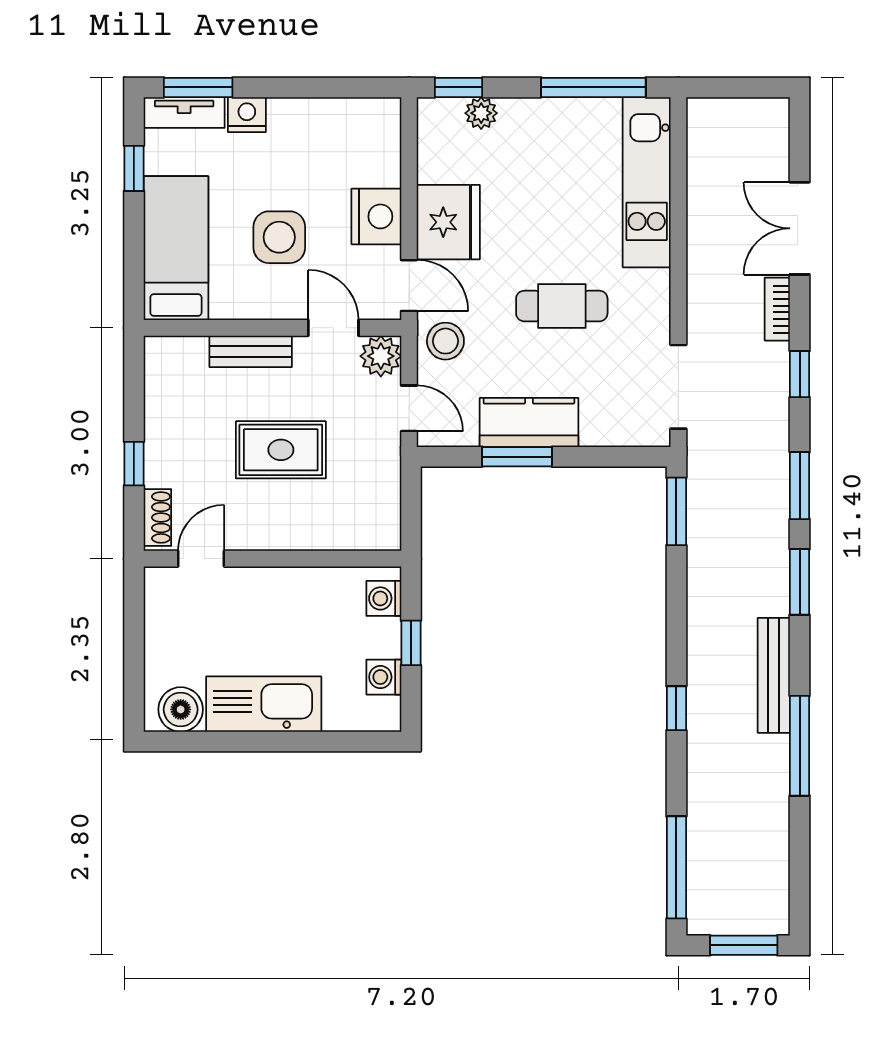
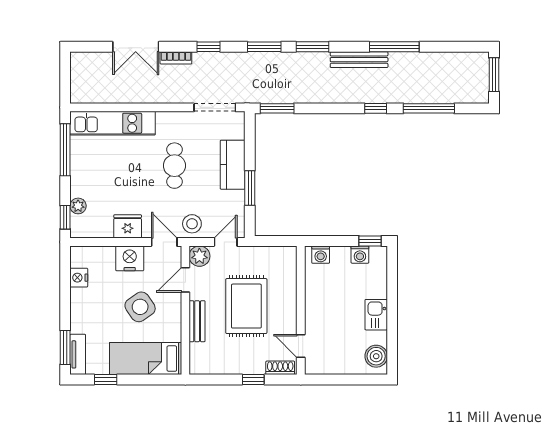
nightstand: (247, 115) -> (79, 278), moved
fridge: (448, 222) -> (128, 226), width x0.73, depth x0.75
side table: (279, 237) -> (140, 307), turned -34
door: (409, 286) -> (164, 242), hinge flipped
kitchen counter: (529, 422) -> (233, 165), moved
rug: (281, 450) -> (246, 306), width x1.36, depth x1.43
window: (411, 643) -> (370, 241), moved
kitchen sink: (264, 704) -> (376, 315), width x0.53, depth x0.81
window: (676, 867) -> (429, 108), moved

